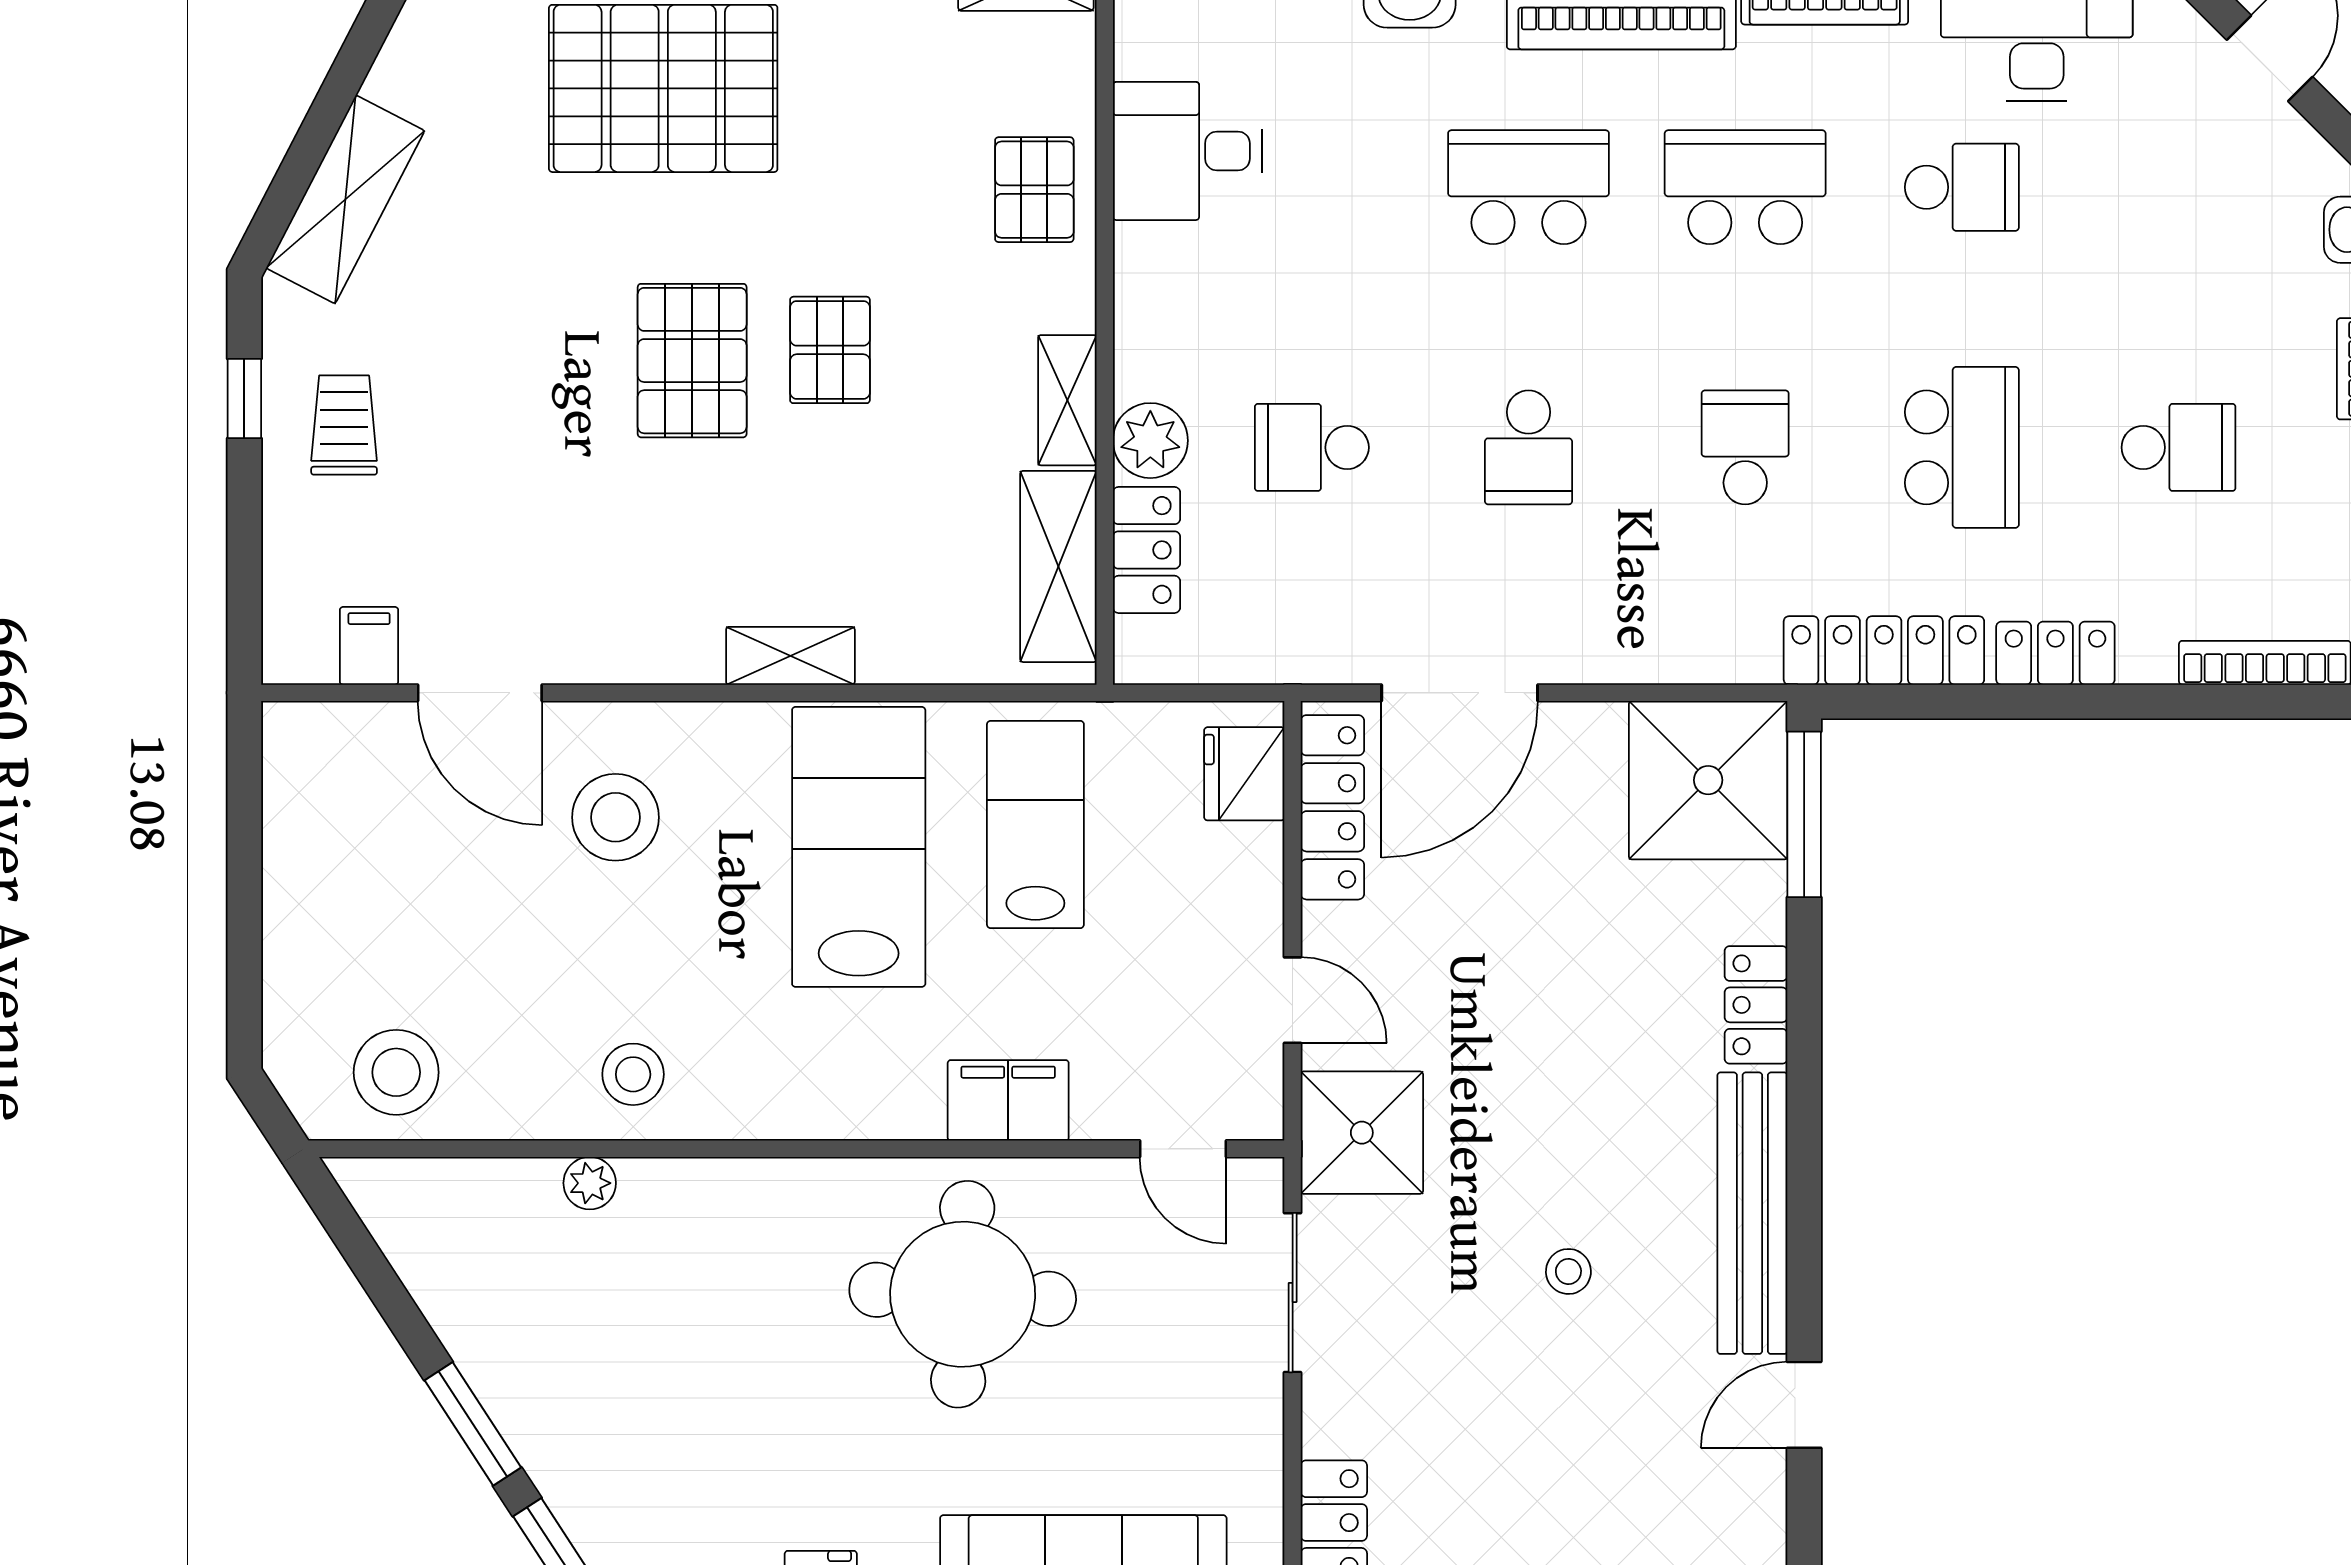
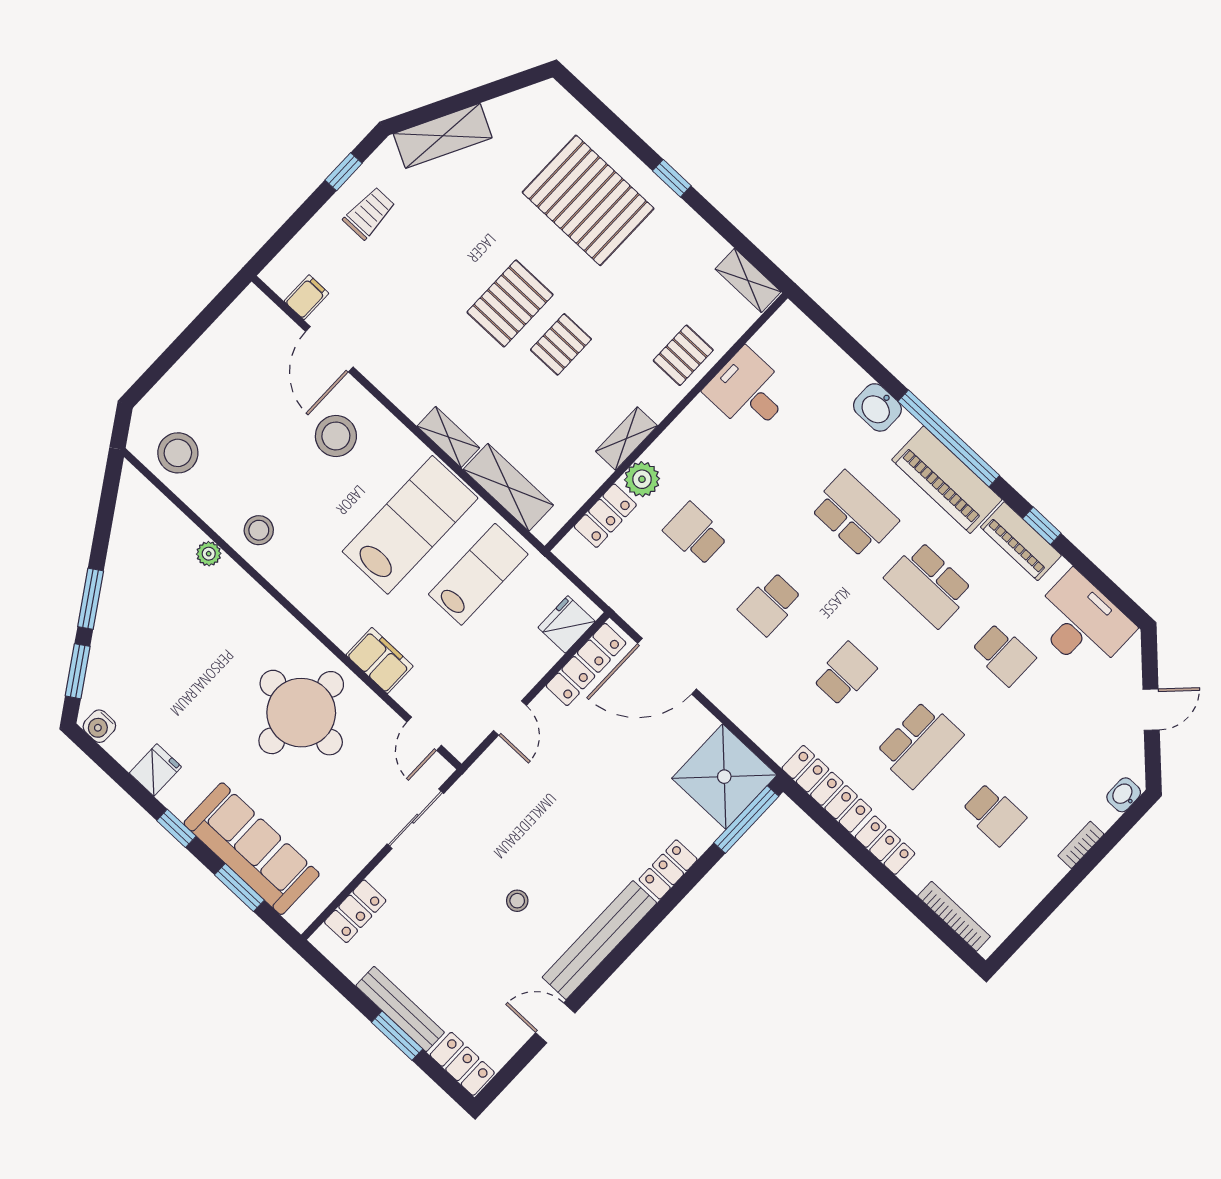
school desk: (1745, 187) -> (929, 584), turned 180
shelving: (1058, 566) -> (508, 487), moved, turned 90
shower: (1362, 1133) -> (491, 786), removed

